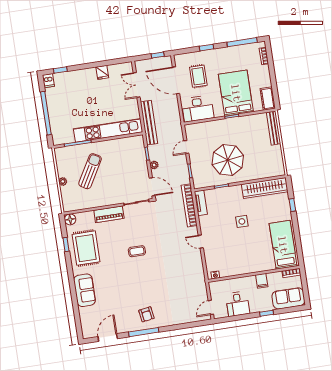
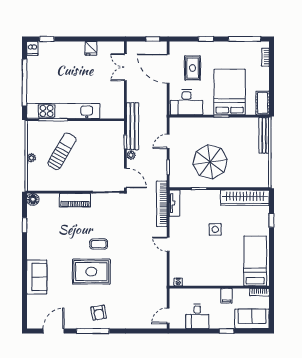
bench: (149, 123) -> (132, 126), moved
kitchen unit: (108, 130) -> (63, 111), moved
rug: (86, 248) -> (91, 272), moved, turned 90

